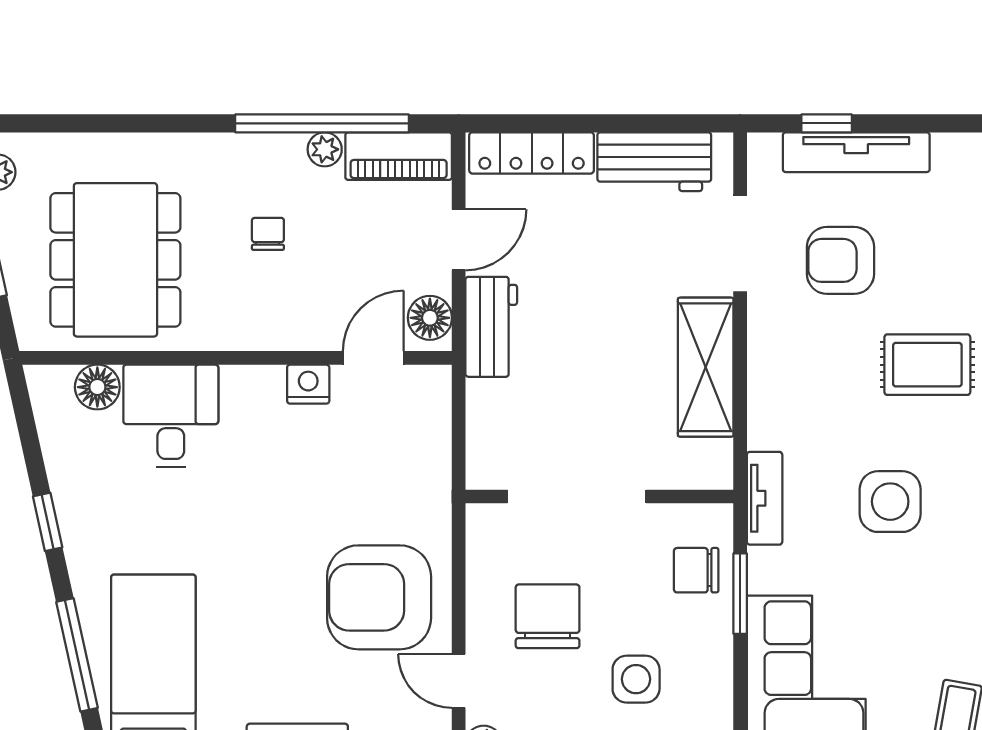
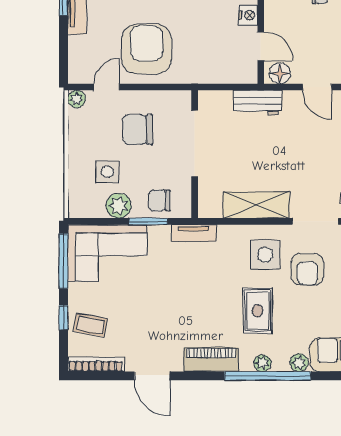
armchair: (841, 260) -> (307, 269), turned 180
workbench: (491, 327) -> (258, 103), moved
side table: (890, 502) -> (265, 255), moved
chair: (696, 570) -> (159, 200), turned -90
chair: (548, 616) -> (137, 129), turned 180
plant: (707, 656) -> (119, 206), added

